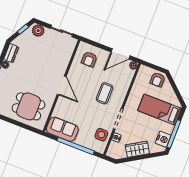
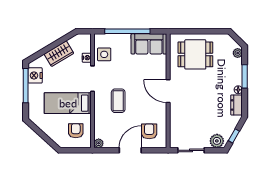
door: (120, 54) -> (130, 150), moved
armchair: (157, 80) -> (76, 131), moved
bed: (160, 110) -> (68, 103), moved, turned 180

